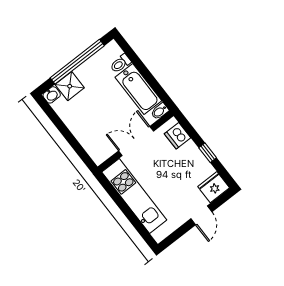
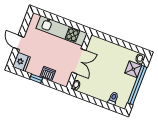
bathtub: (138, 89) -> (95, 90), removed
dishwasher: (177, 136) -> (48, 74), moved

